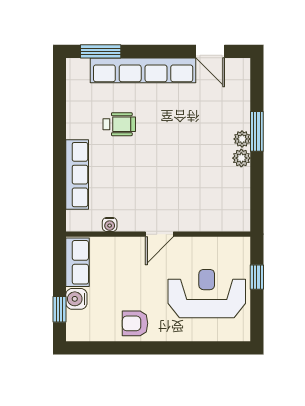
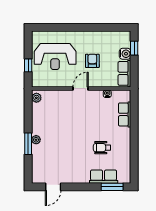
door: (210, 51) -> (53, 187), swing flipped
row of seats: (143, 70) -> (104, 177), width x0.50
plant: (241, 158) -> (36, 98), moved
row of seats: (77, 175) -> (125, 114), width x0.68
armchair: (135, 323) -> (92, 61), moved, turned -90

